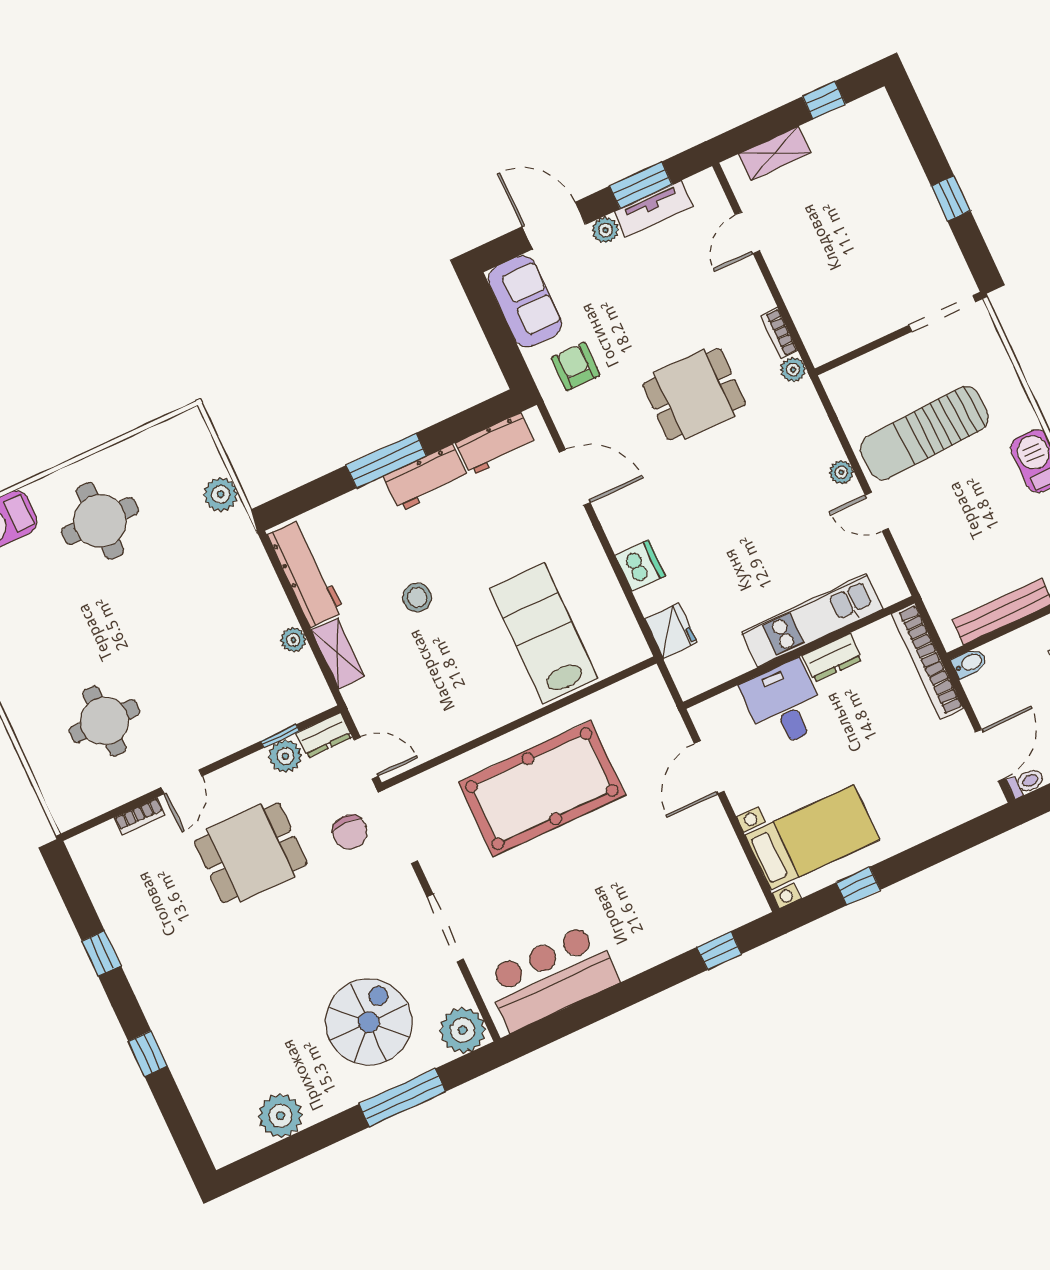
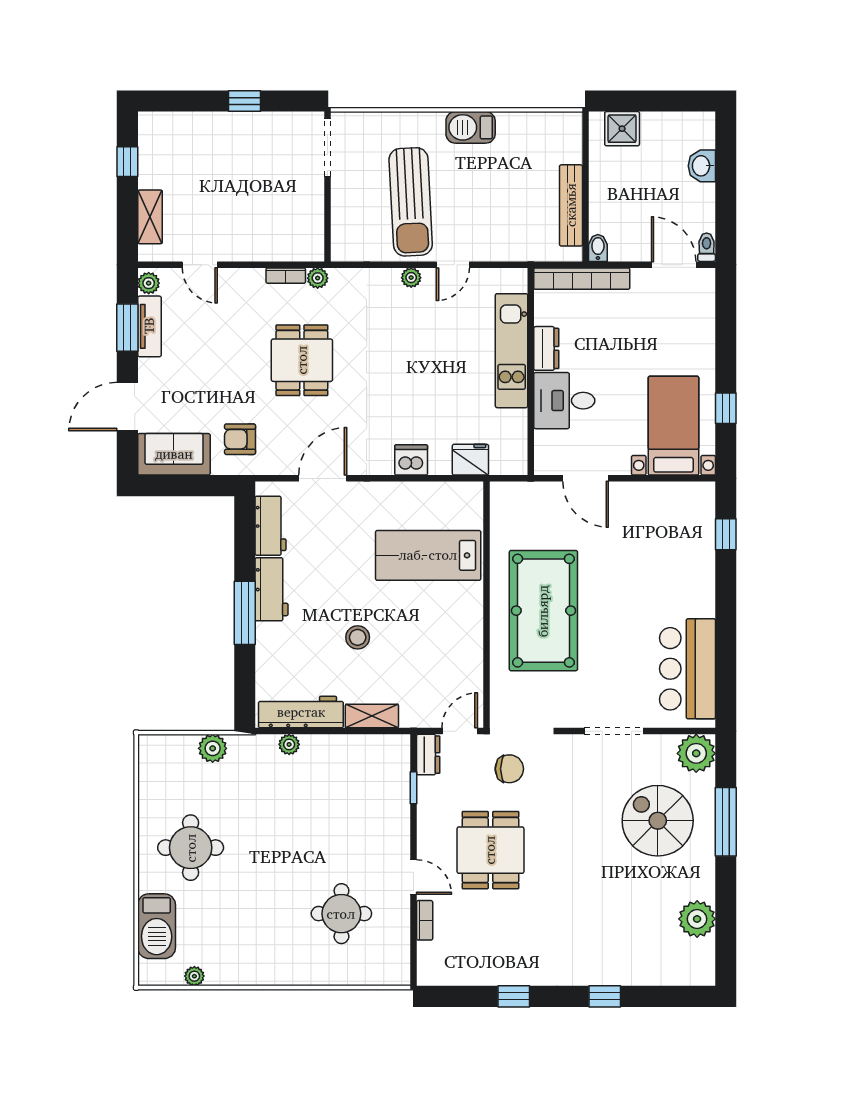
plant: (605, 230) -> (149, 283), moved
plant: (293, 640) -> (289, 744), moved
plant: (285, 756) -> (430, 791), removed

